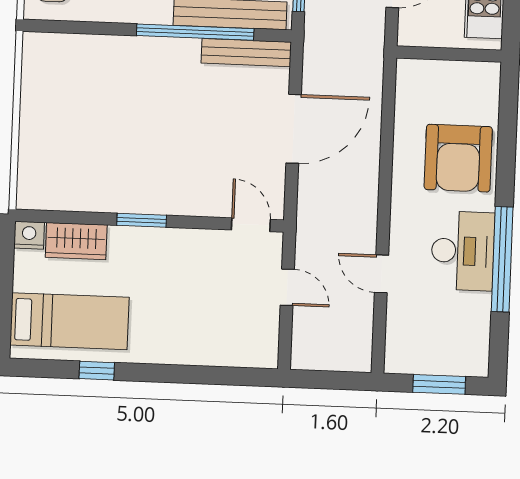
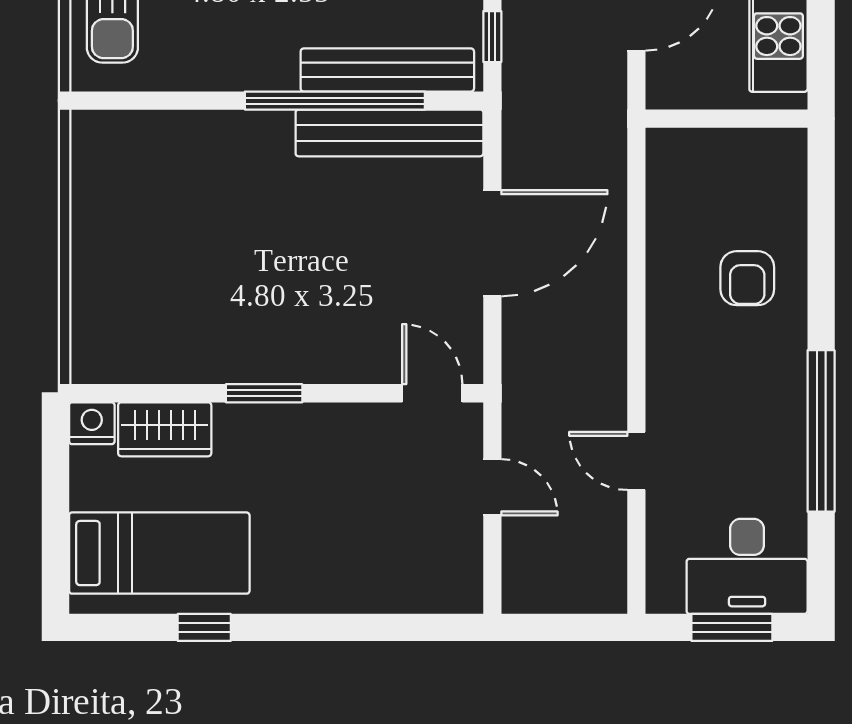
bench: (246, 53) -> (389, 133), width x1.37, depth x1.21
armchair: (458, 158) -> (747, 278), width x0.53, depth x0.53
desk: (463, 251) -> (747, 566), moved, turned 90

